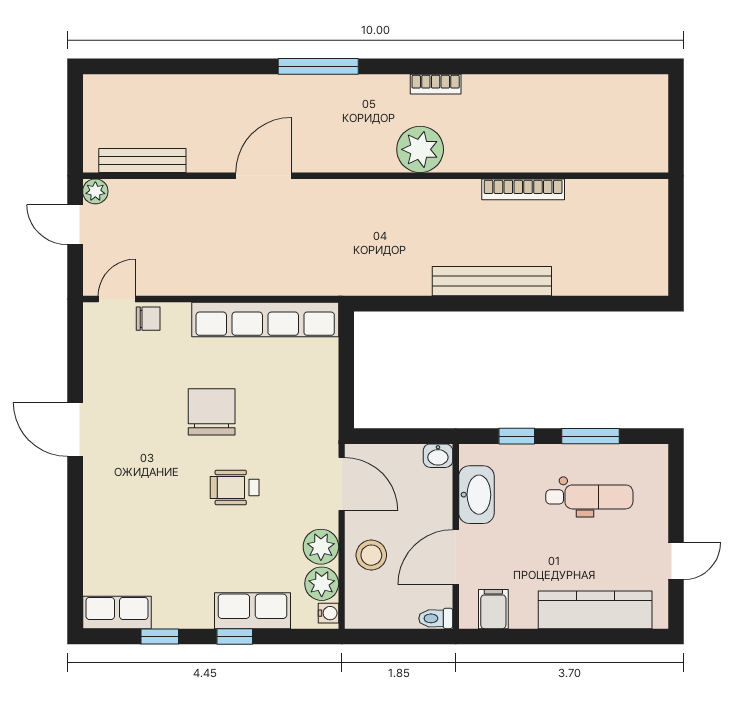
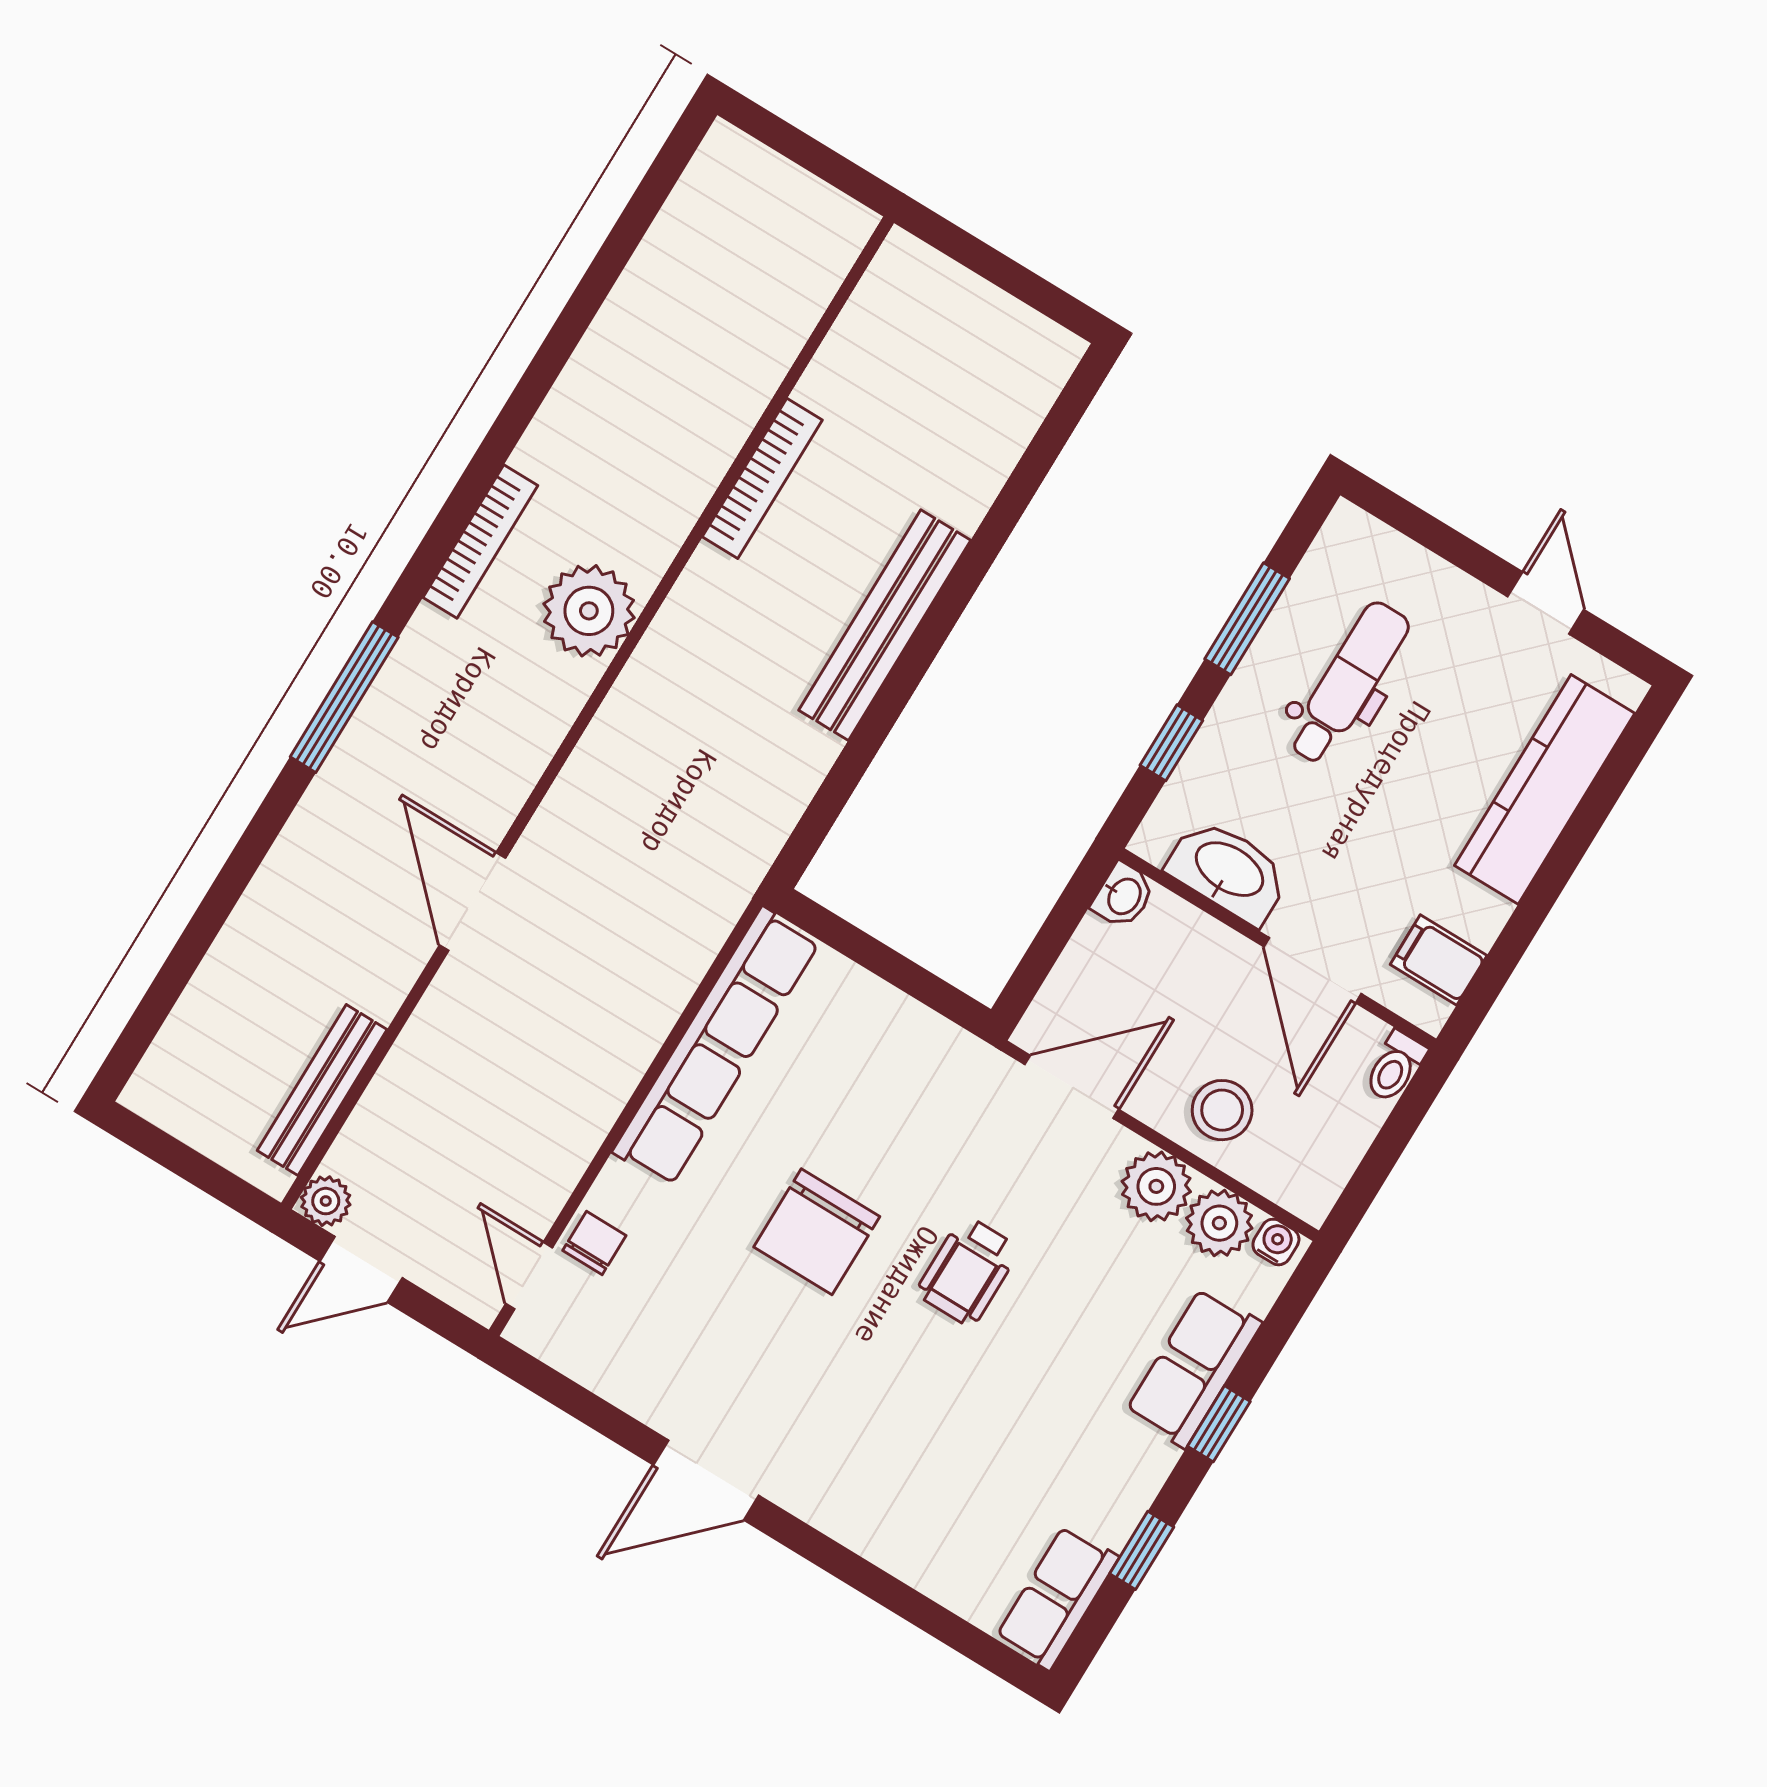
bookcase: (436, 84) -> (480, 542), width x1.56
chair: (212, 412) -> (817, 1232), turned -90

